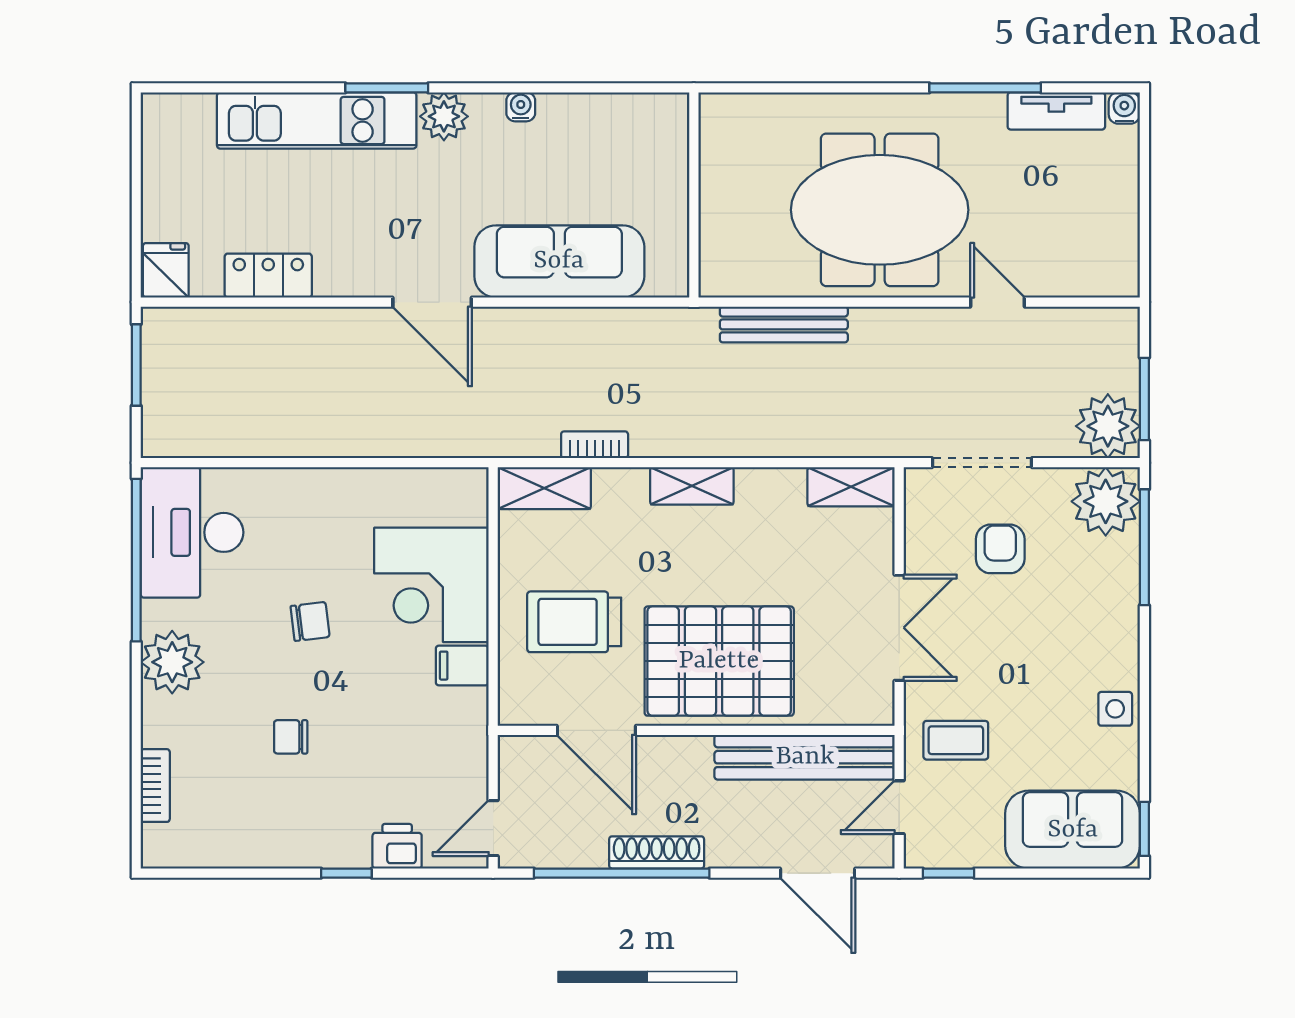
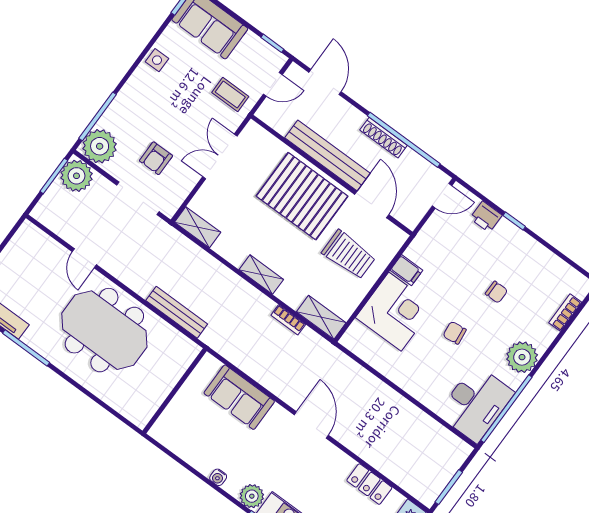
sofa: (559, 261) -> (239, 397), width x0.73
bench: (805, 757) -> (327, 155), moved

